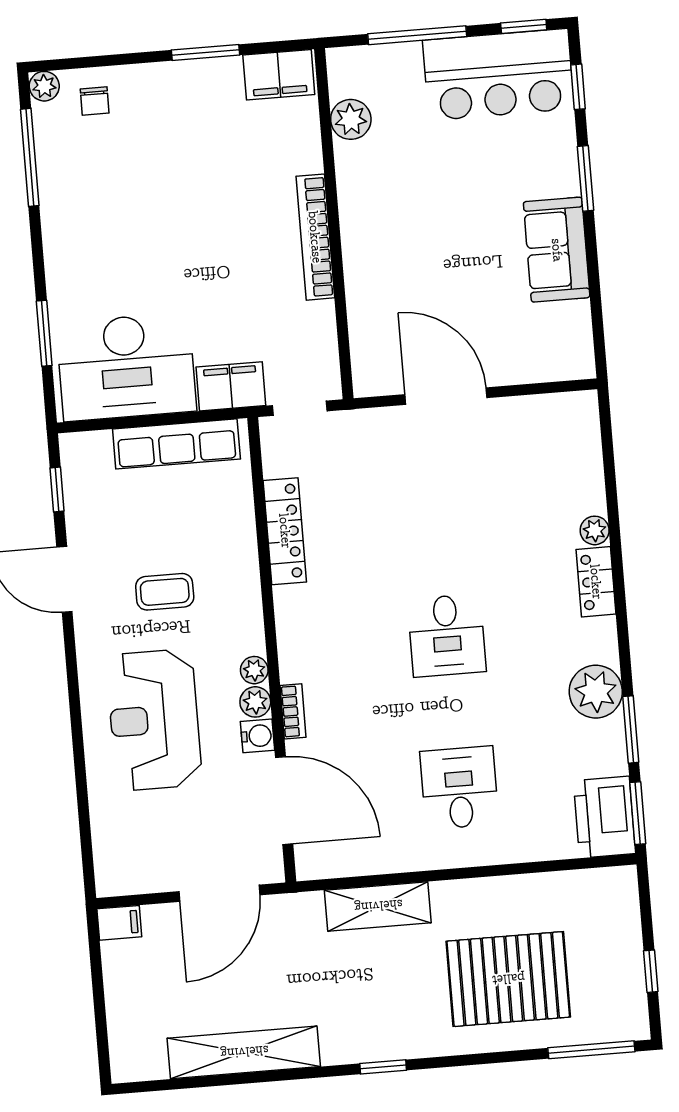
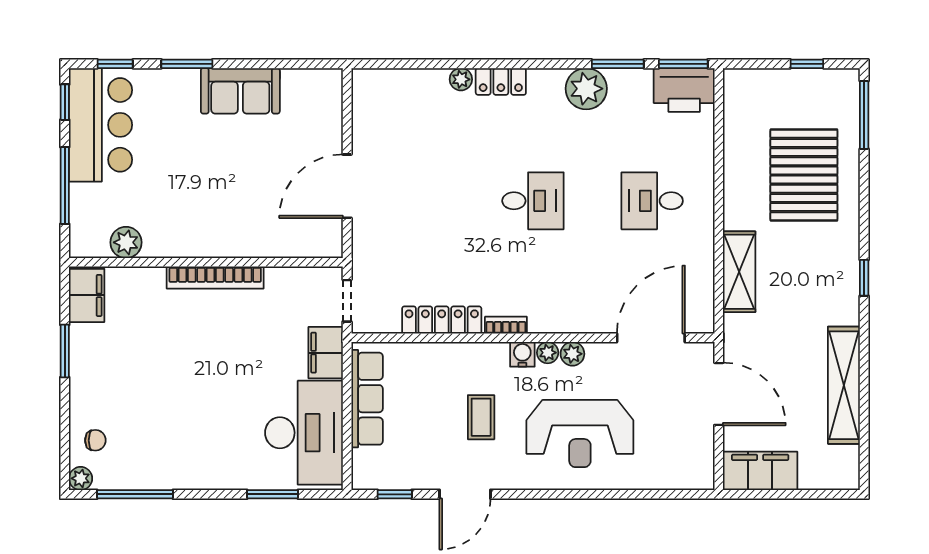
bookcase: (293, 711) -> (506, 325), moved
water cooler: (258, 736) -> (522, 354), moved
filing cabinet: (119, 923) -> (760, 471), width x3.00, depth x1.17

